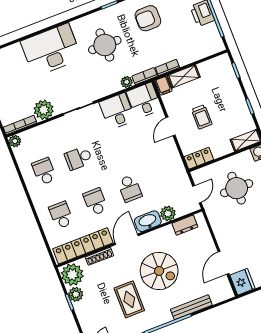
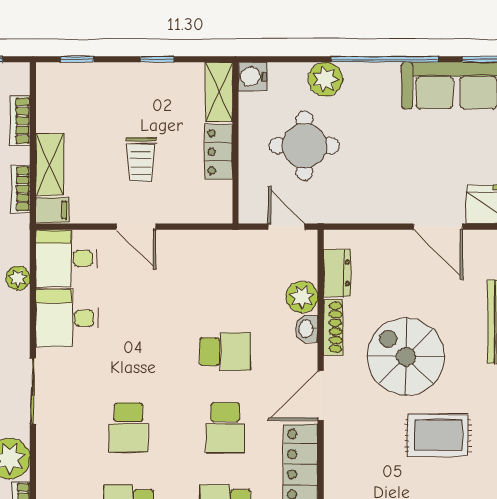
bookcase: (145, 76) -> (20, 121), moved
trolley: (202, 117) -> (141, 160), turned 90
locker: (199, 158) -> (219, 152), moved
school desk: (95, 202) -> (225, 428), turned -90
washbasin: (148, 221) -> (307, 329), width x0.52, depth x0.69
door: (127, 239) -> (321, 395), hinge flipped
shoe rack: (99, 256) -> (333, 327), moved
spiral stairs: (159, 271) -> (406, 357), turned -90

